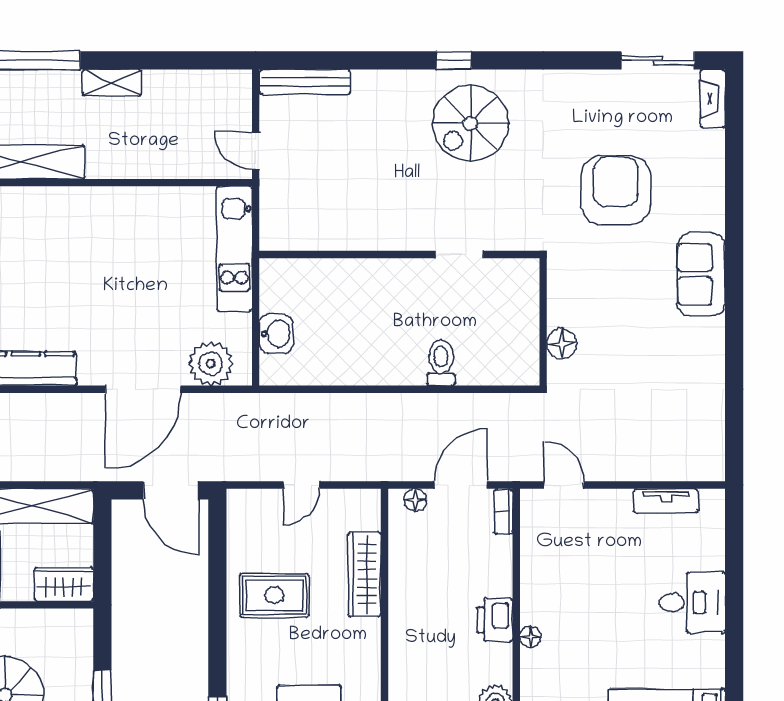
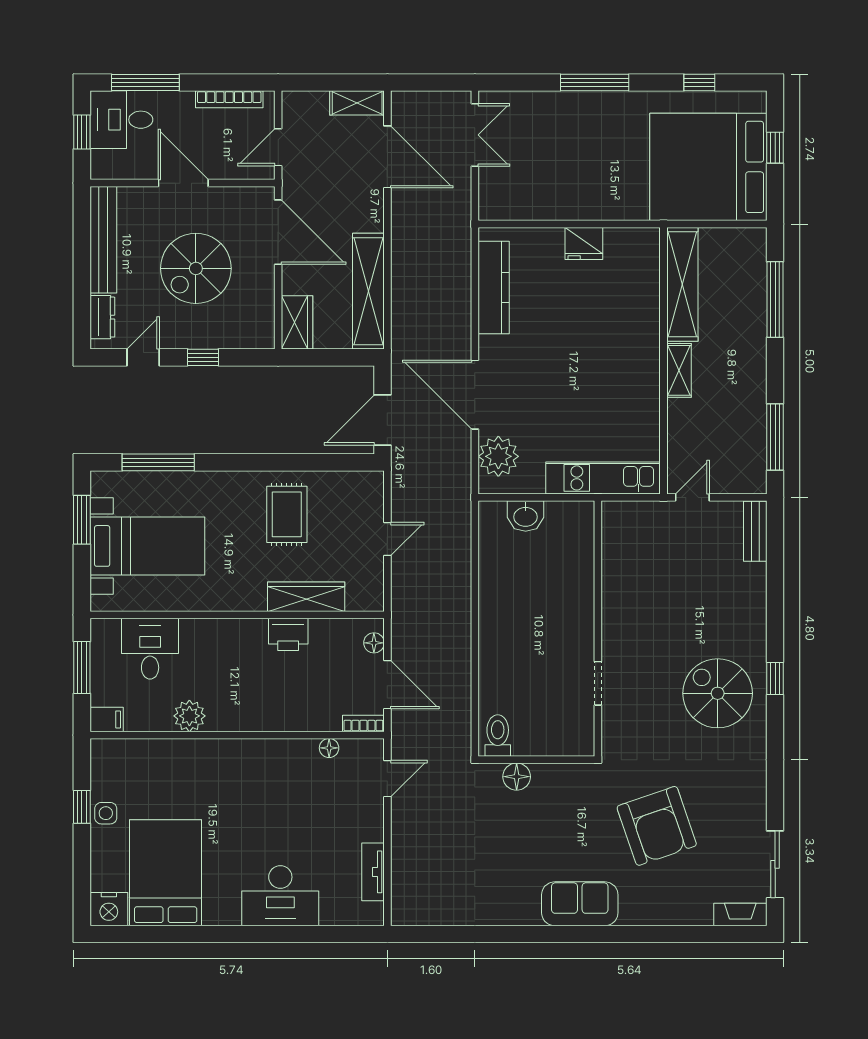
window: (190, 60) -> (775, 437), added
bench: (305, 82) -> (755, 531), width x0.73
shelving: (112, 83) -> (679, 370), moved
armchair: (616, 190) -> (657, 826), turned 71
toilet: (441, 363) -> (498, 736), moved, turned -90
door: (301, 485) -> (387, 539), swing flipped
desk: (692, 602) -> (280, 896), width x1.37
printer: (495, 620) -> (288, 634), moved, turned 180
floor lamp: (530, 637) -> (329, 748), moved

